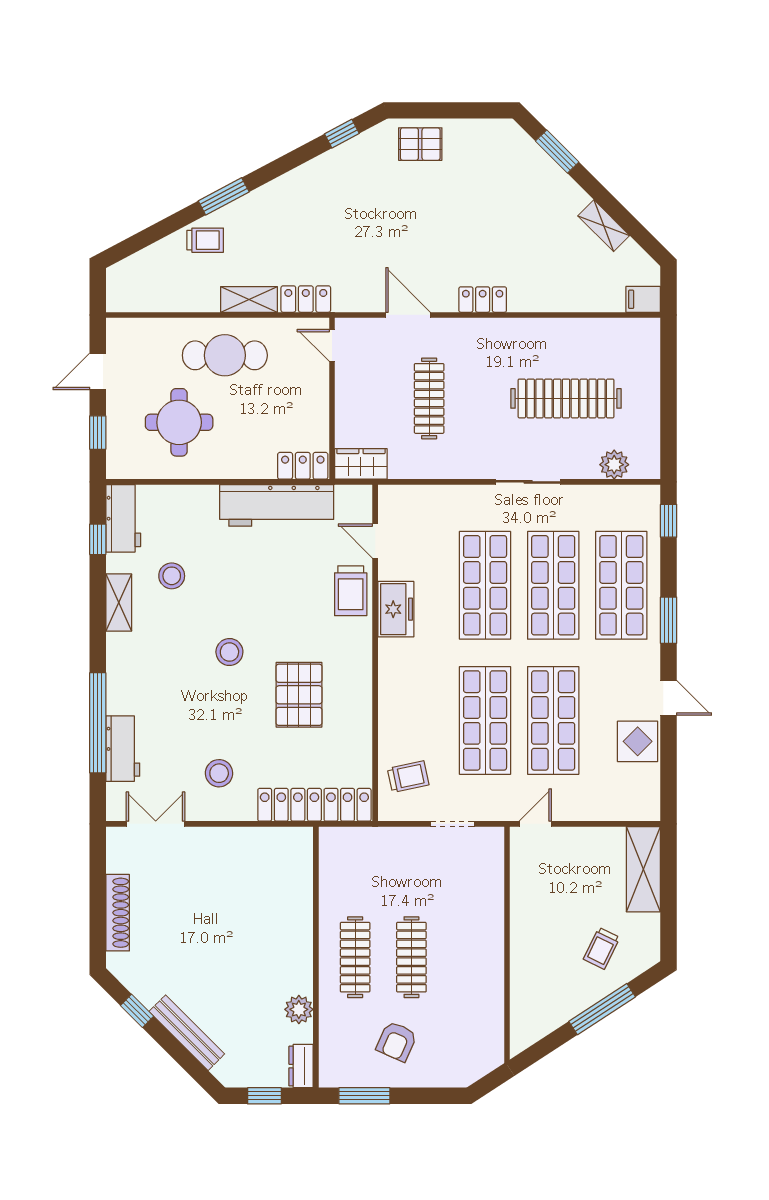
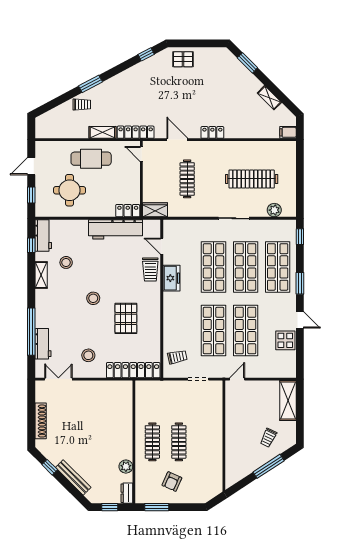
locker: (306, 299) -> (136, 132), width x1.53

